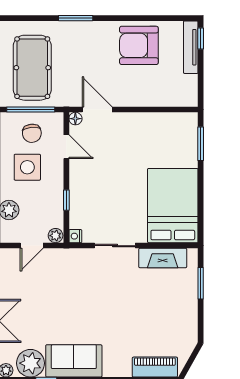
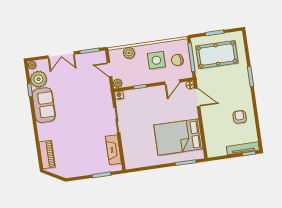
armchair: (139, 45) -> (240, 117), width x0.53, depth x0.53
door: (97, 109) -> (197, 97), hinge flipped
bed: (173, 206) -> (178, 137), moved, turned 180

